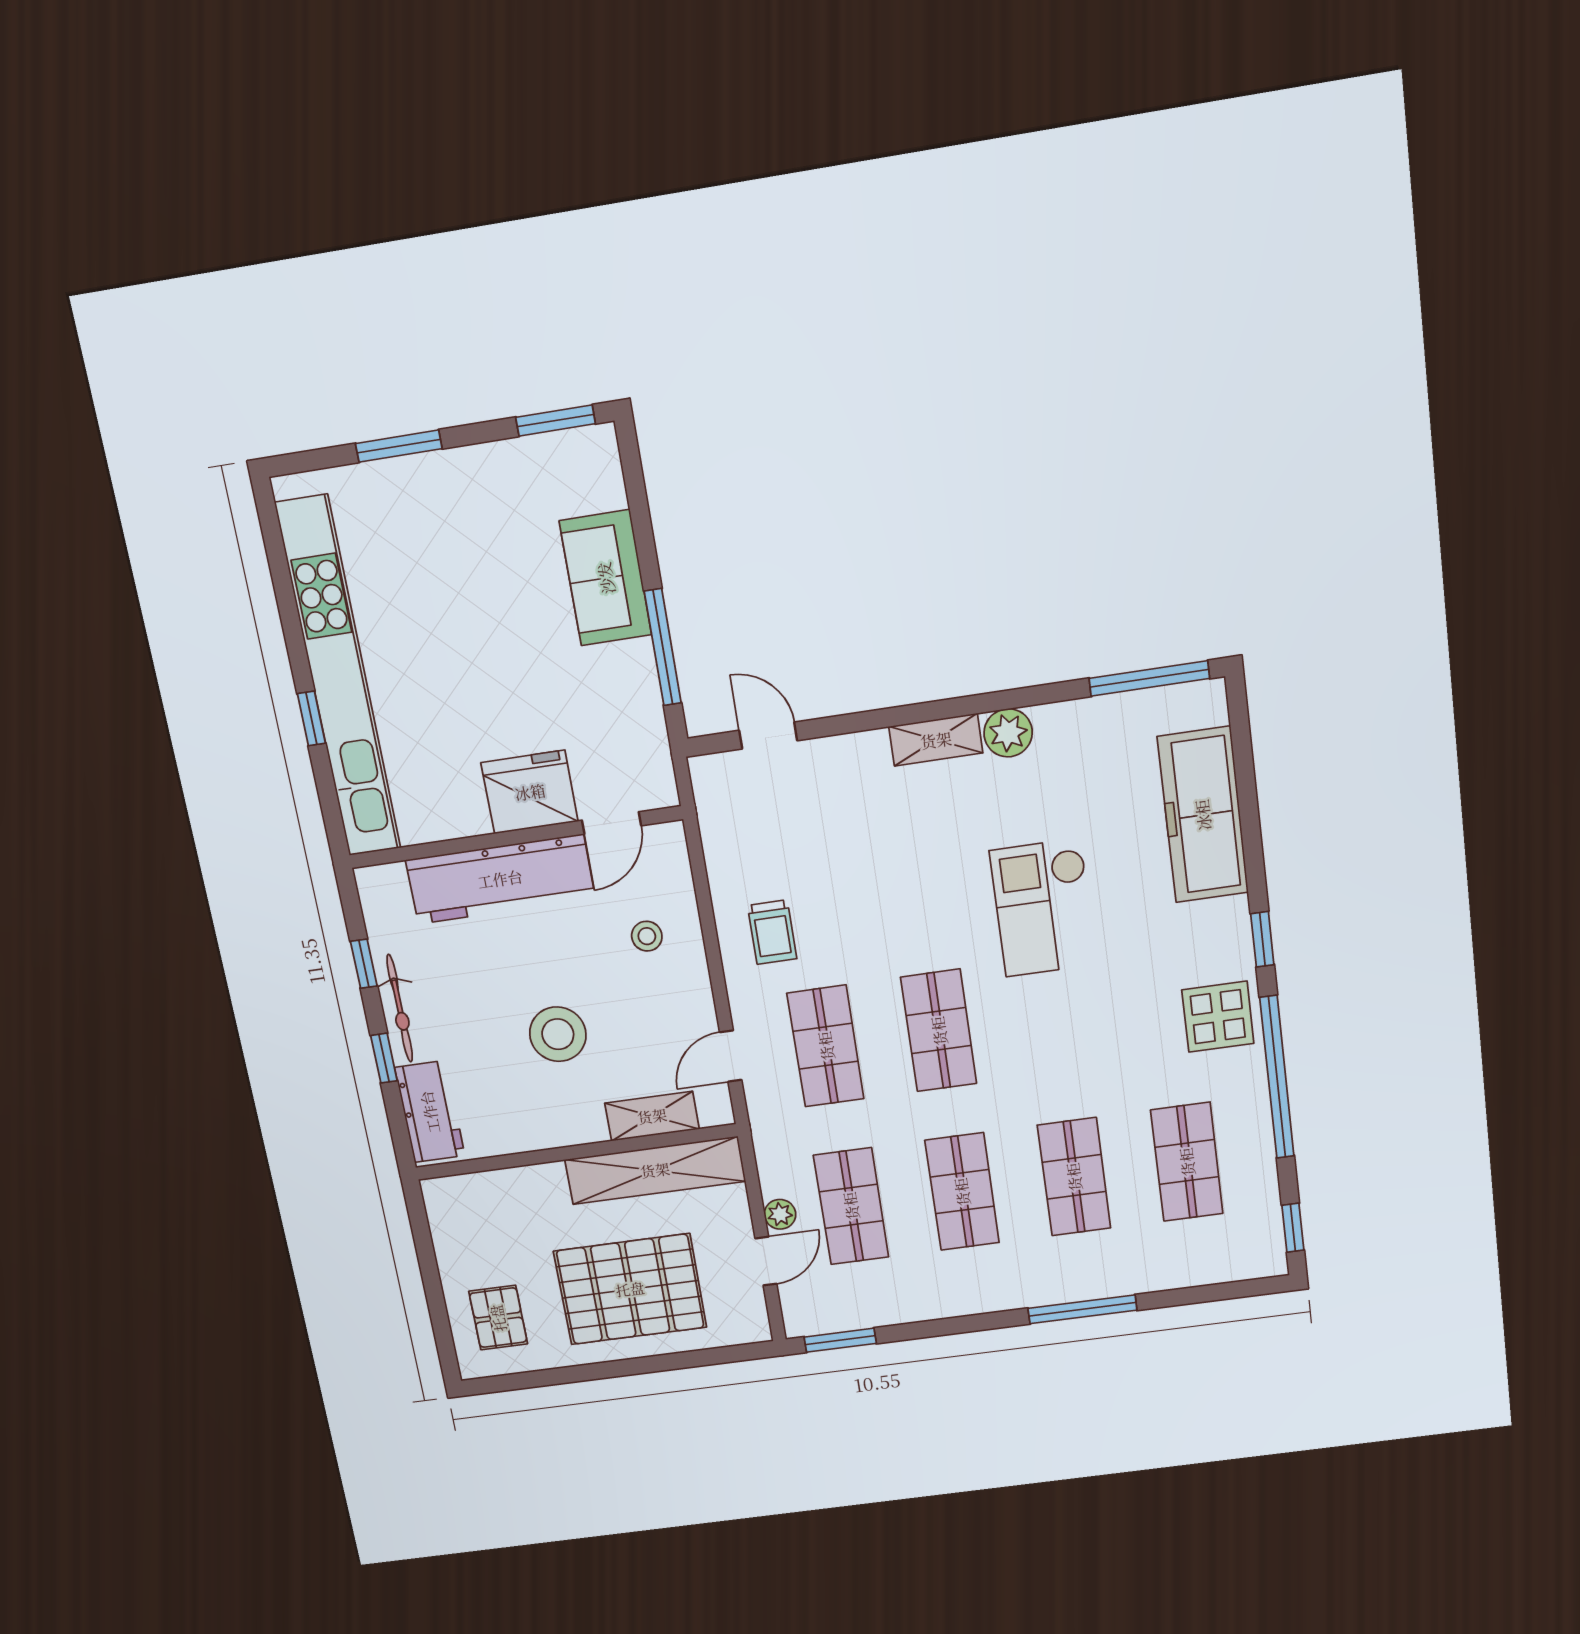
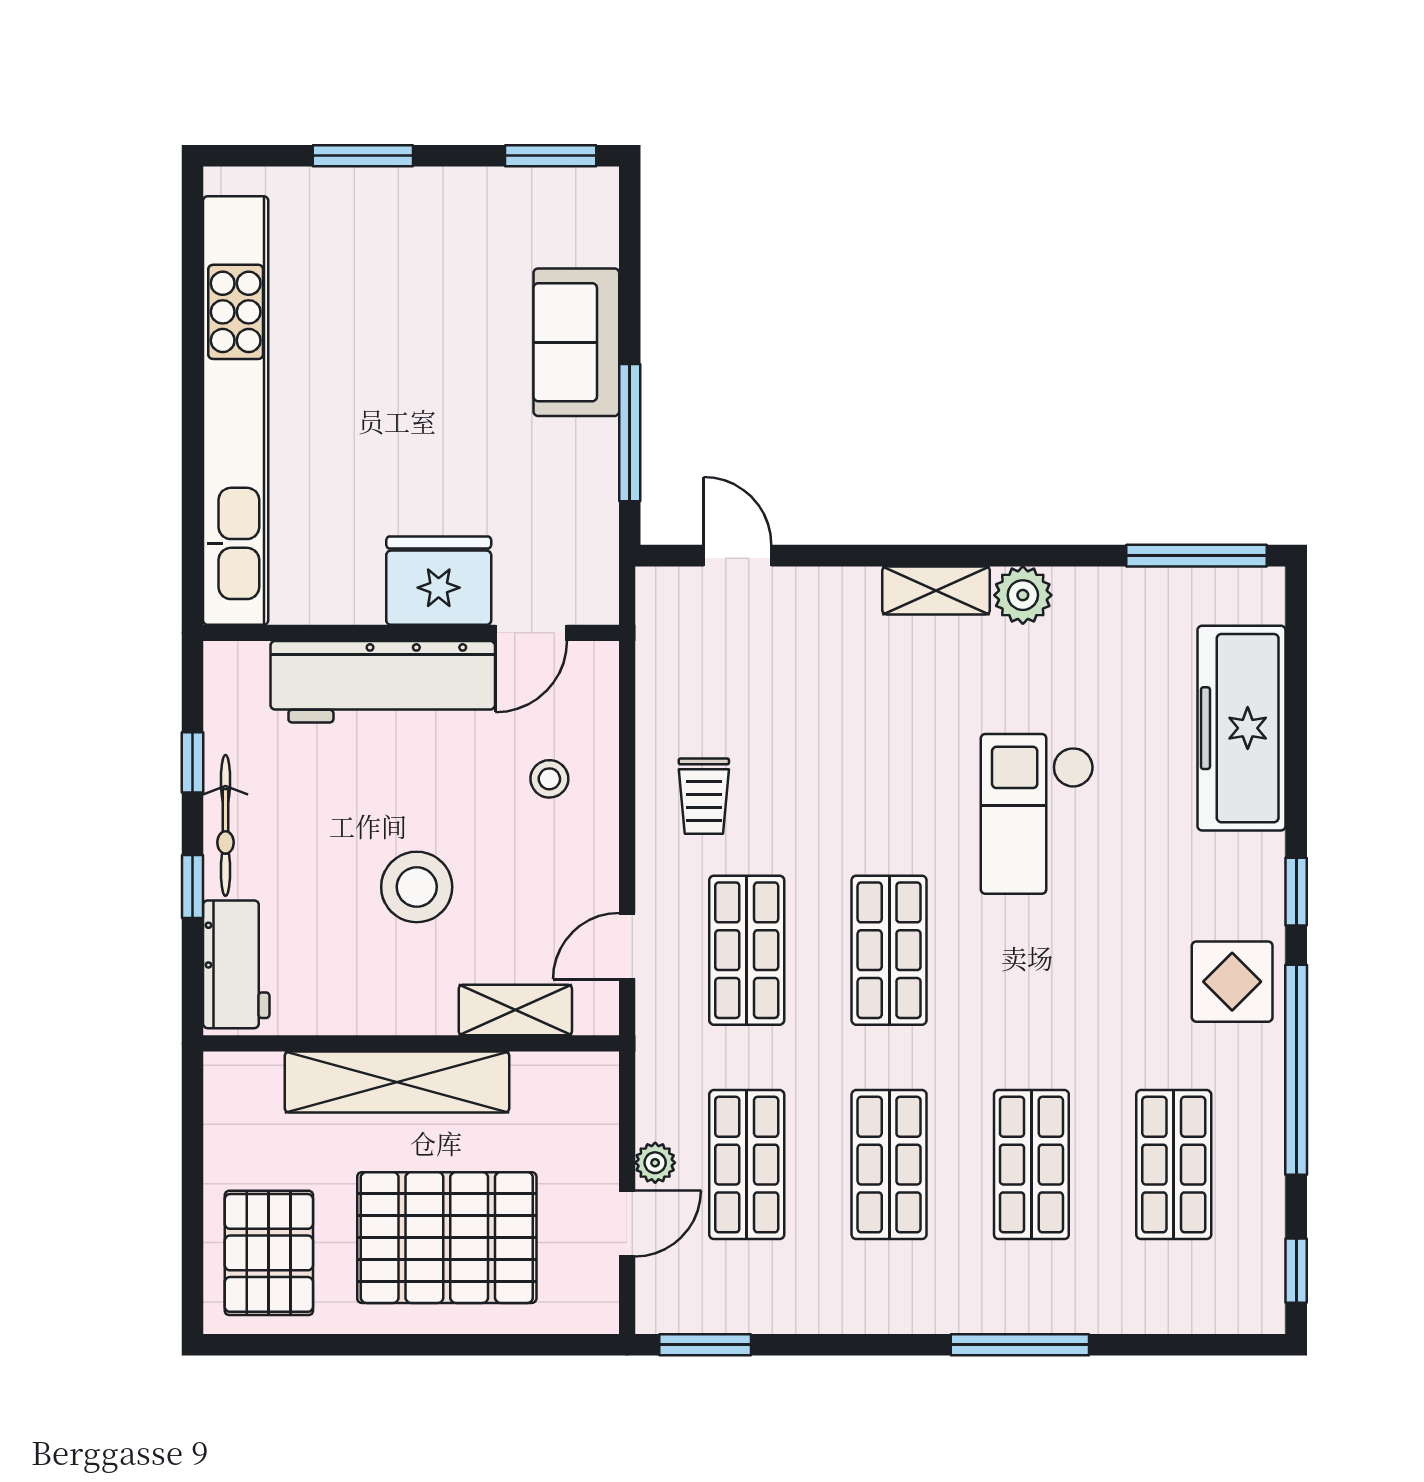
window: (311, 719) -> (192, 453), removed
shelving: (655, 1170) -> (397, 1082), moved
pallet: (498, 1318) -> (269, 1253), width x1.50, depth x1.42

